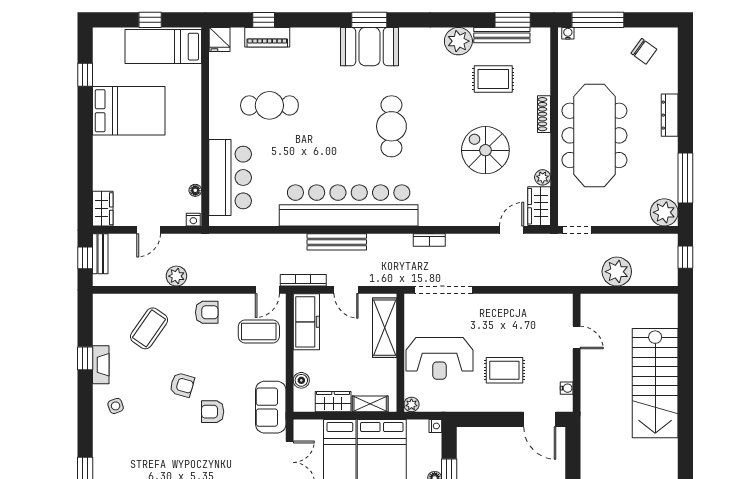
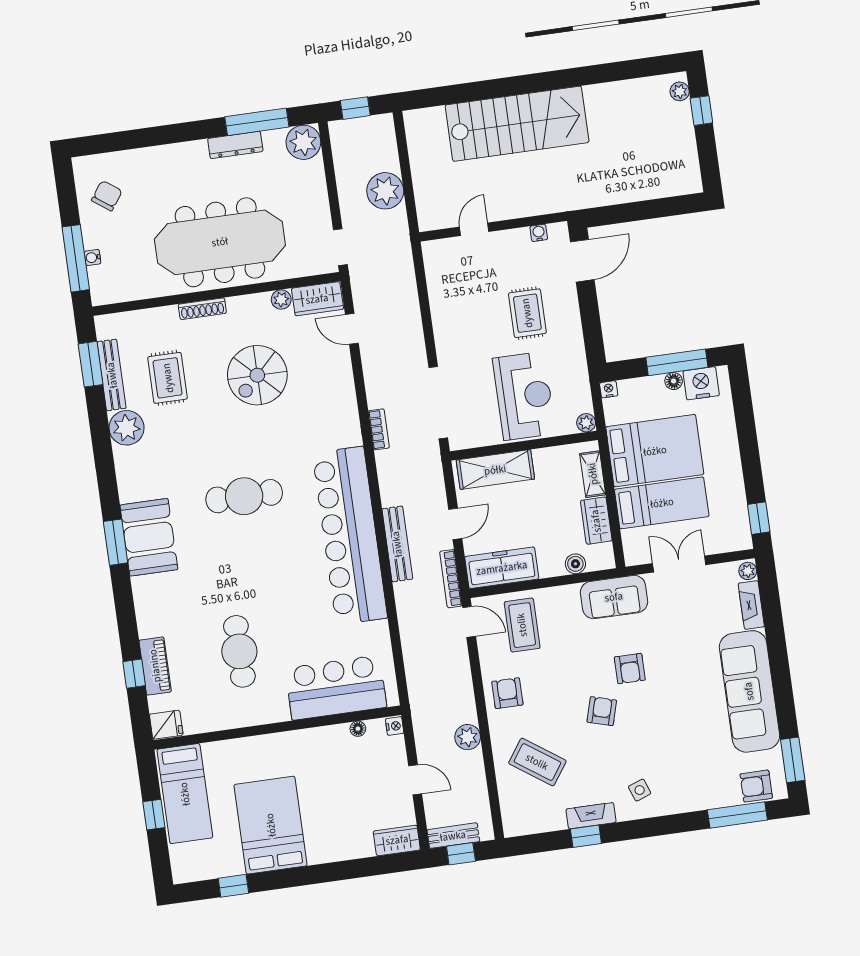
water cooler: (568, 33) -> (93, 257), moved
dresser: (670, 115) -> (235, 145), moved

